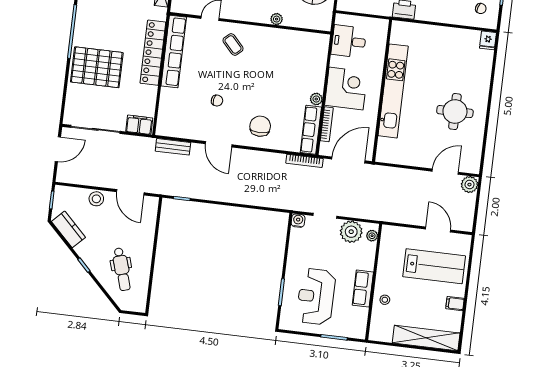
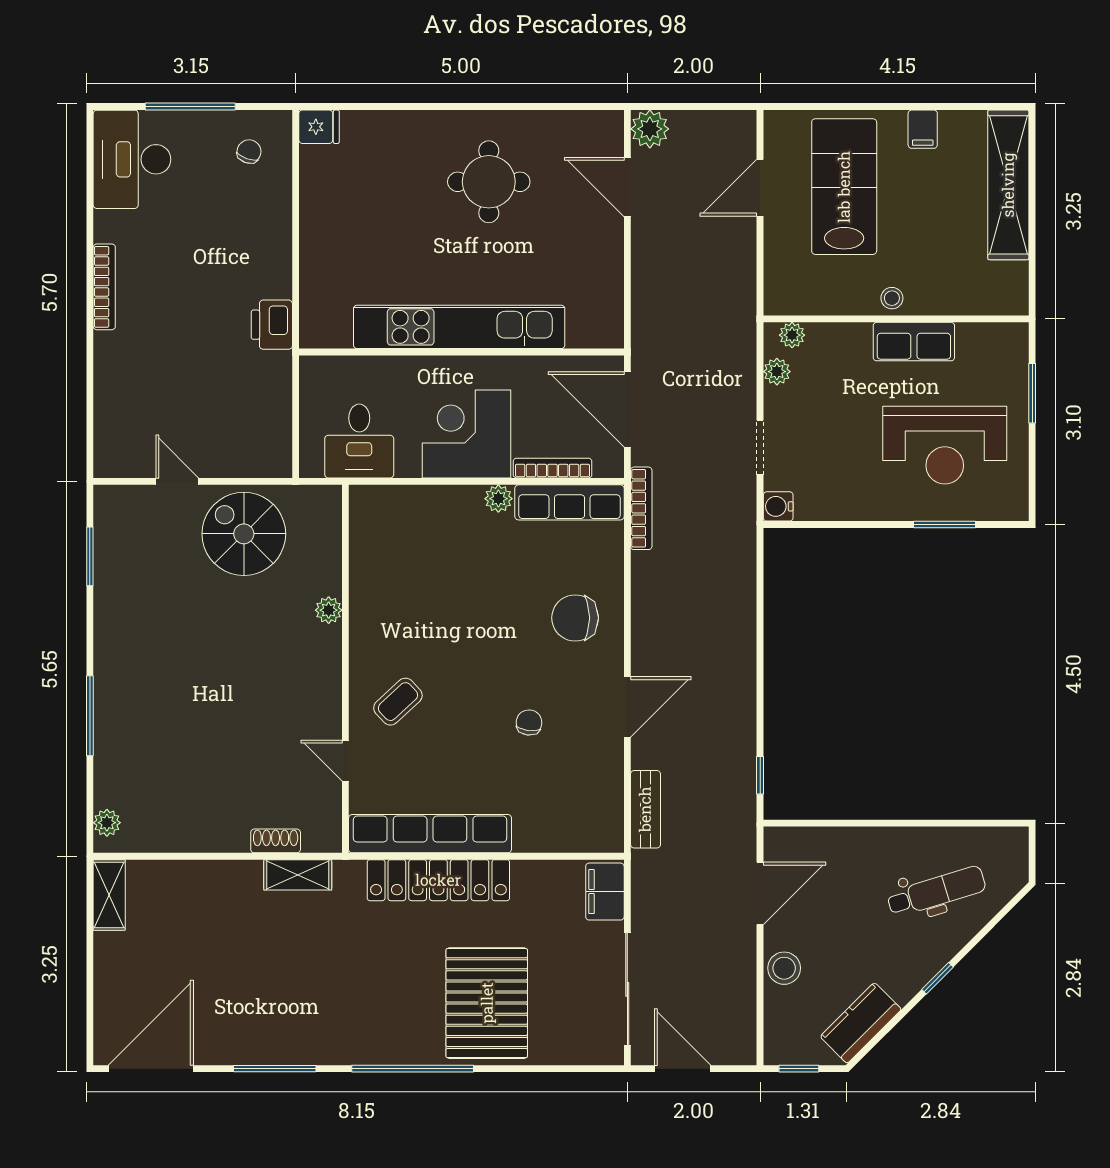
plant: (351, 232) -> (777, 372), width x0.53, depth x0.53
stool: (385, 300) -> (892, 298), moved

